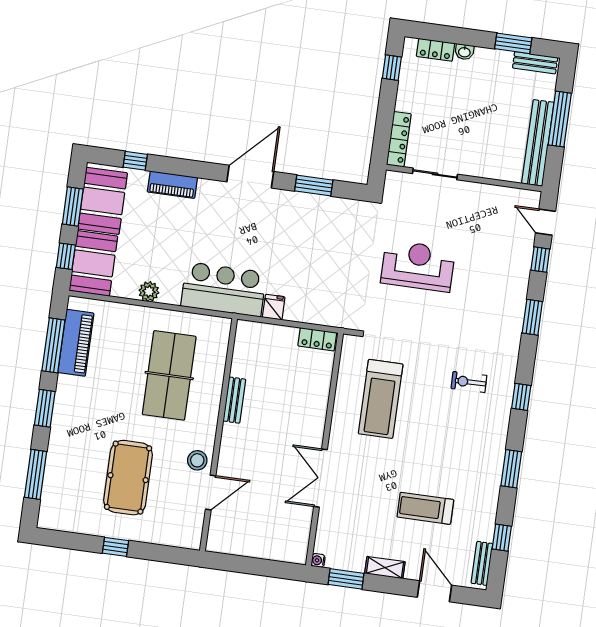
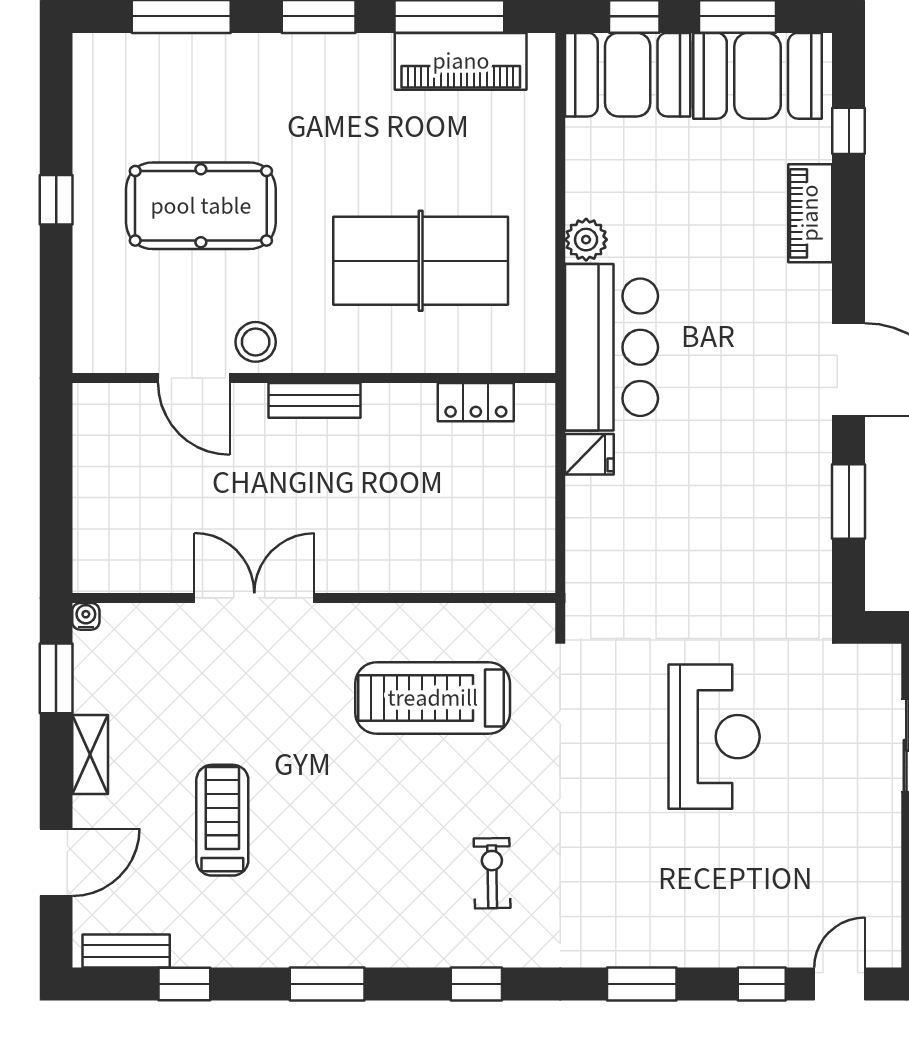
plant: (149, 291) -> (586, 240), moved
locker: (317, 339) -> (476, 402), moved, turned -90
bench: (234, 400) -> (314, 400), moved

